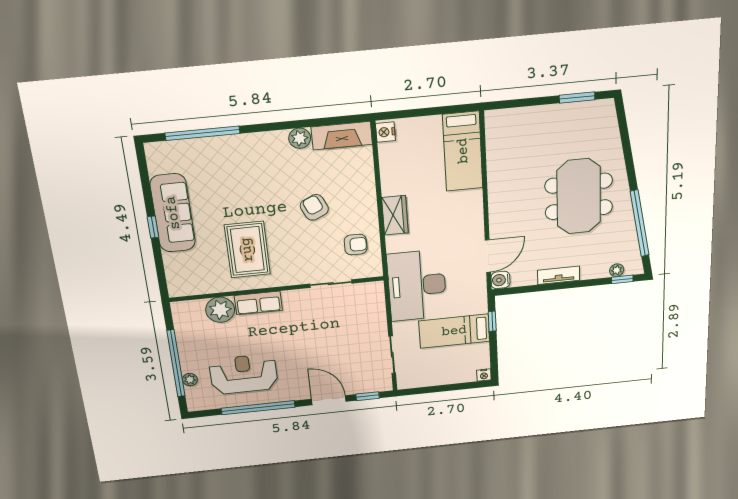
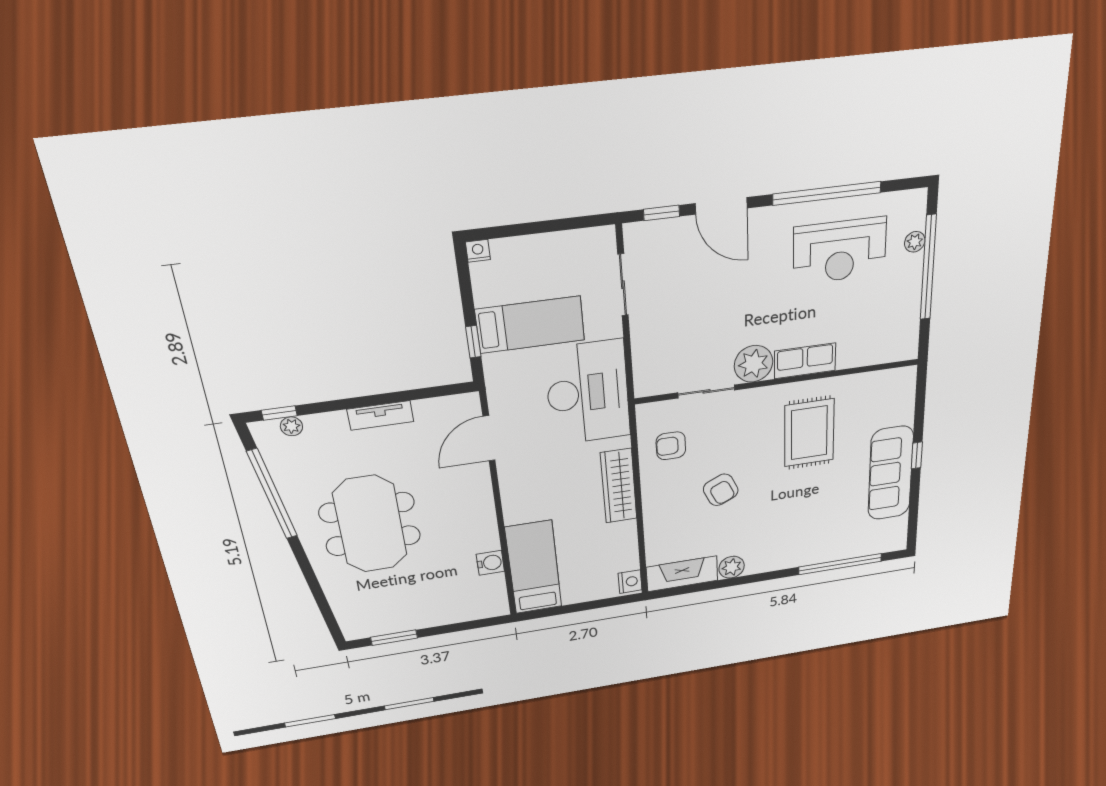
wardrobe: (395, 215) -> (619, 486), width x1.50
water cooler: (500, 280) -> (490, 563), moved
plant: (220, 310) -> (754, 364), moved

